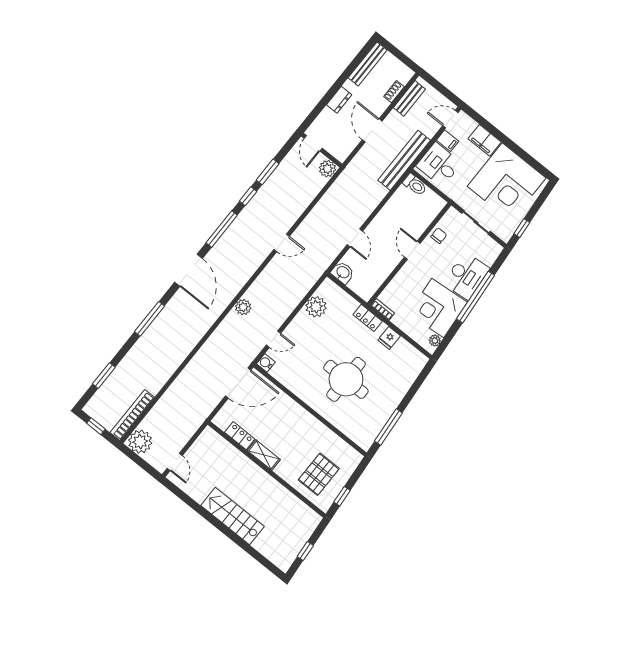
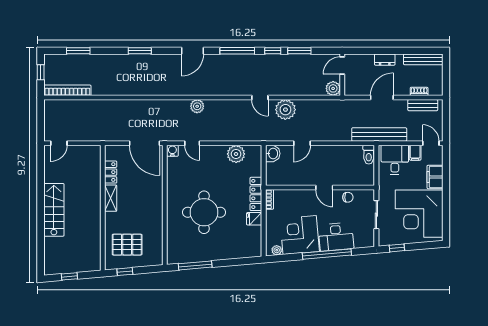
door: (412, 250) -> (324, 188), swing flipped
door: (188, 270) -> (192, 51), width x0.73
locker: (368, 318) -> (256, 194), width x1.53
window: (149, 319) -> (140, 51), width x0.69
plant: (140, 442) -> (285, 110), moved

